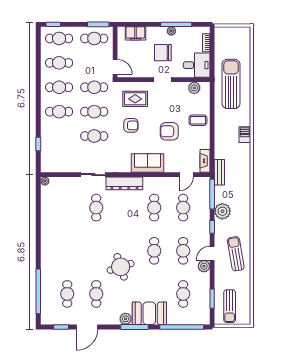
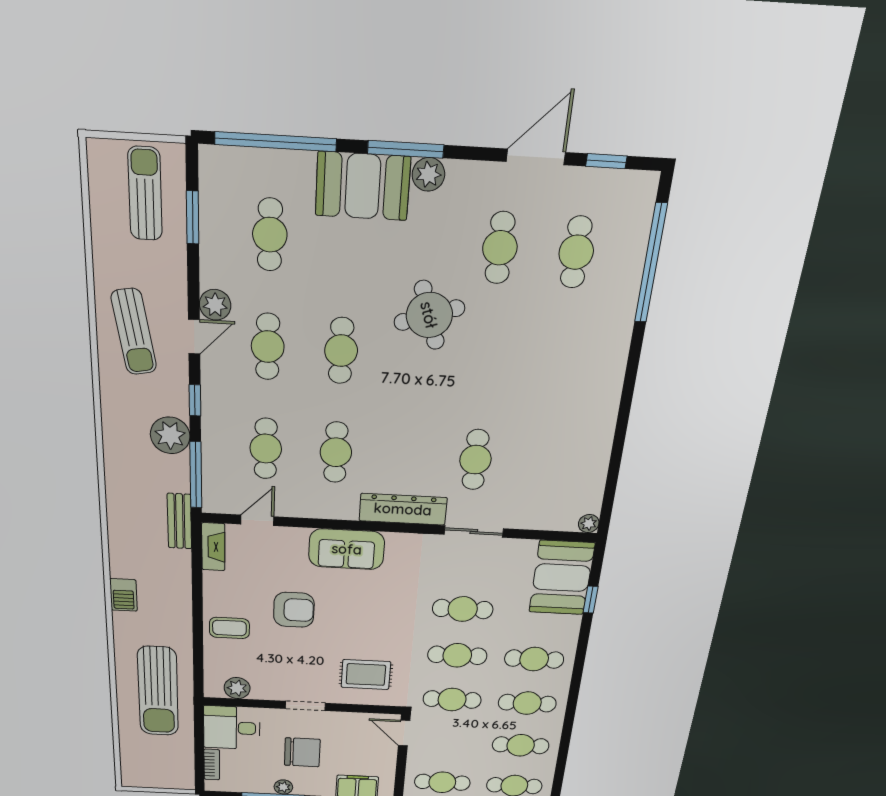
armchair: (131, 125) -> (379, 625), removed
booth: (53, 154) -> (562, 578), added

